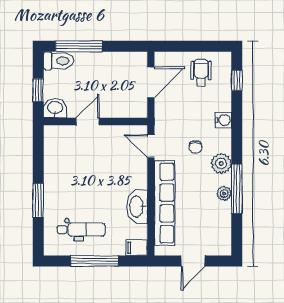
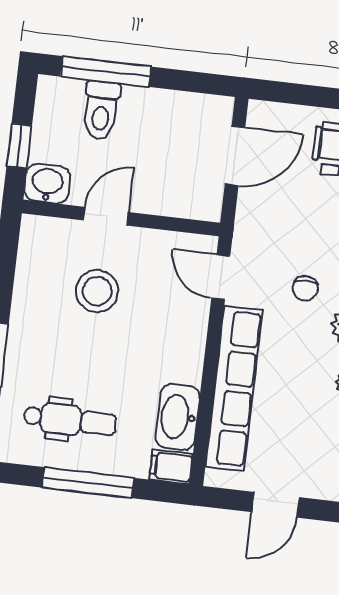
toilet: (59, 61) -> (101, 110), moved, turned 90
stool: (87, 161) -> (97, 291), added
washbasin: (137, 207) -> (178, 417), moved

